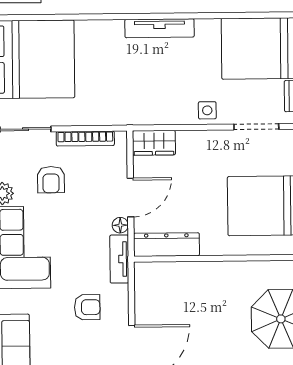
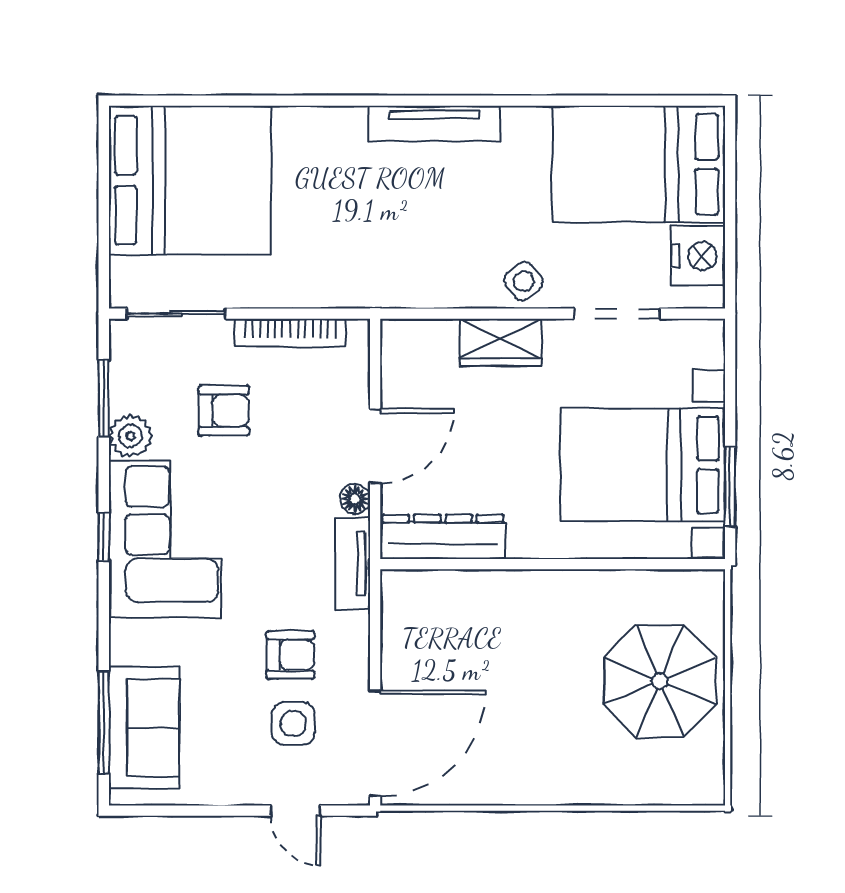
side table: (207, 110) -> (524, 281), turned -38
wardrobe: (154, 143) -> (500, 342), moved
armchair: (51, 180) -> (224, 411), turned -90
side table: (89, 343) -> (293, 723), added

